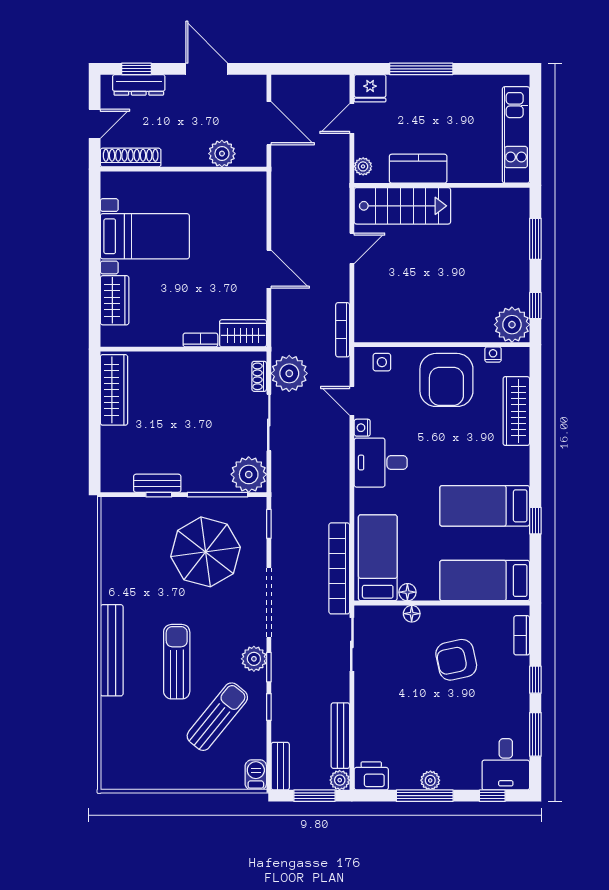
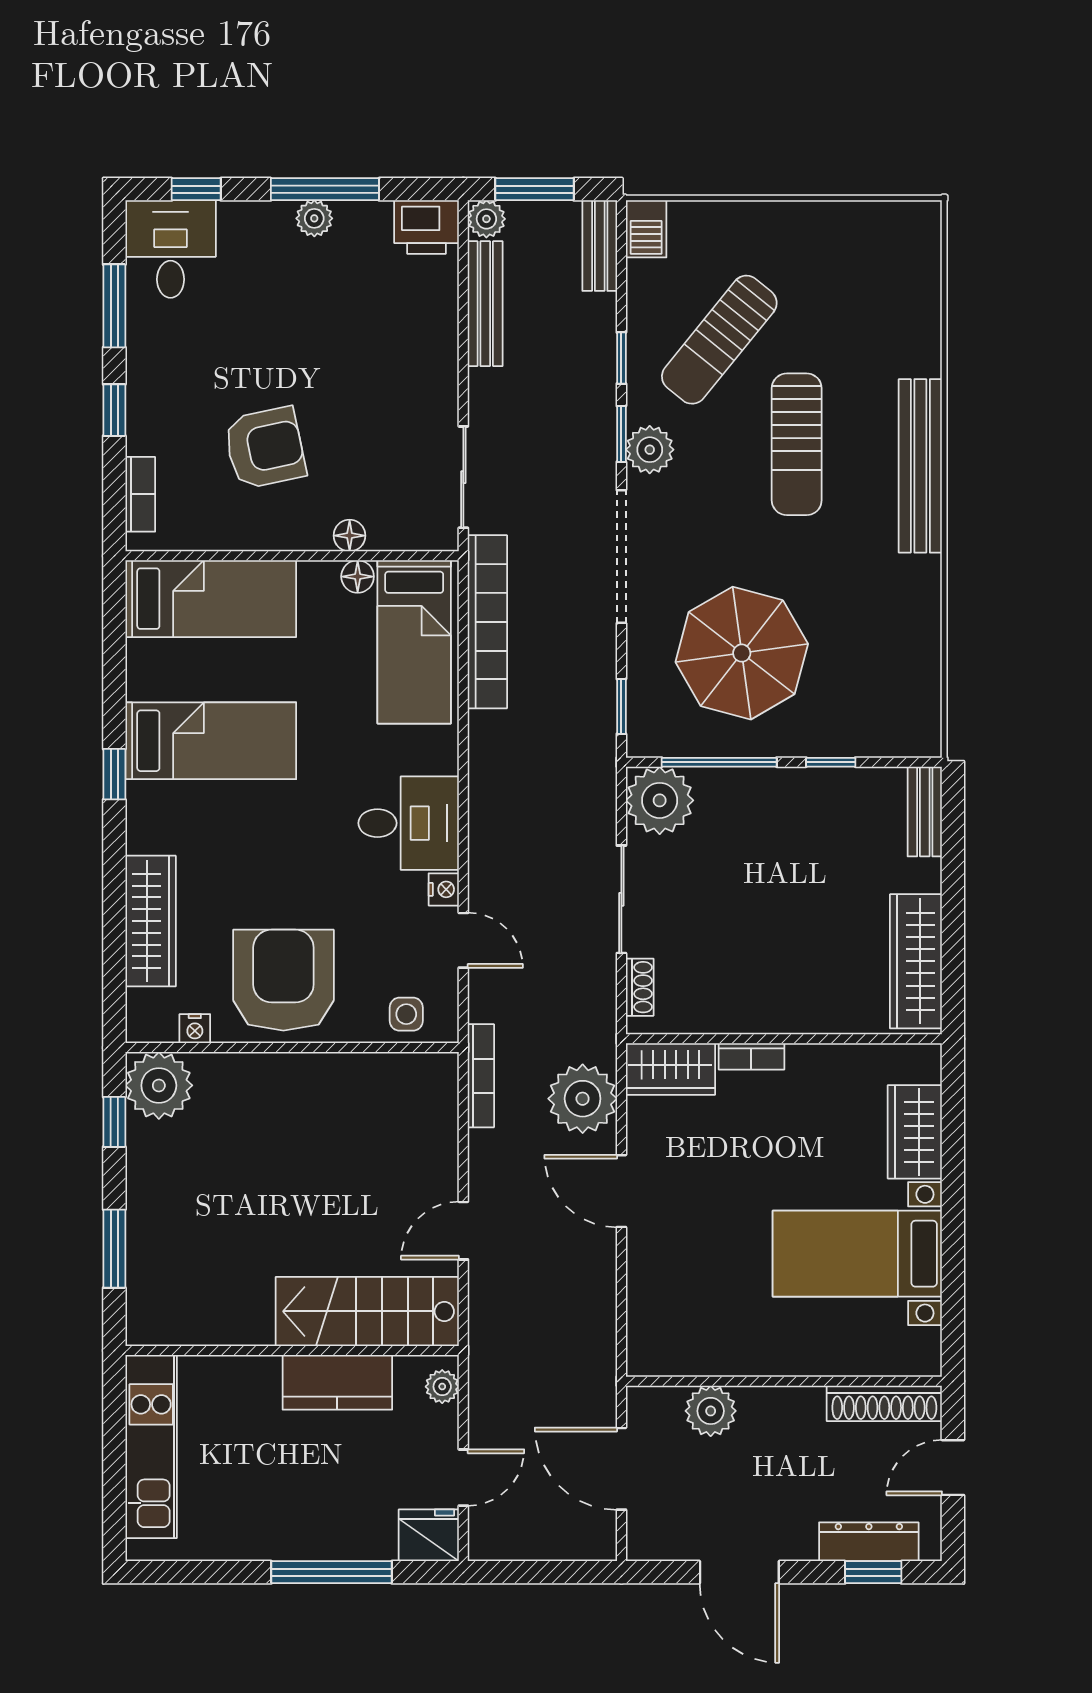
plant: (289, 373) -> (583, 1099), moved
bench: (157, 483) -> (925, 812), moved, turned 90
window: (535, 521) -> (114, 774), moved

